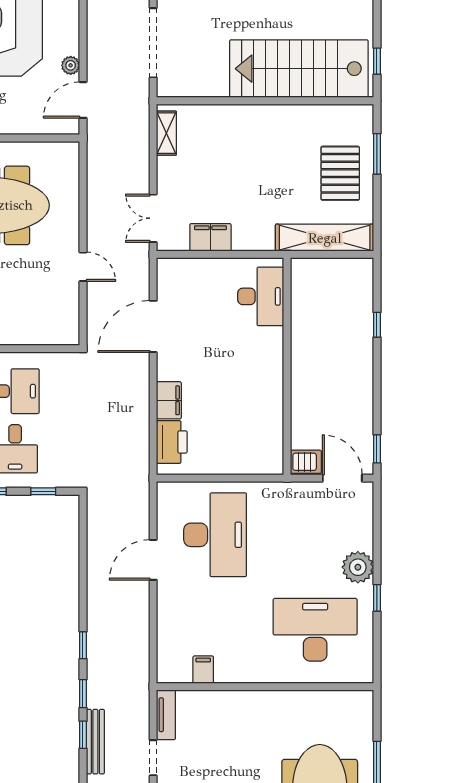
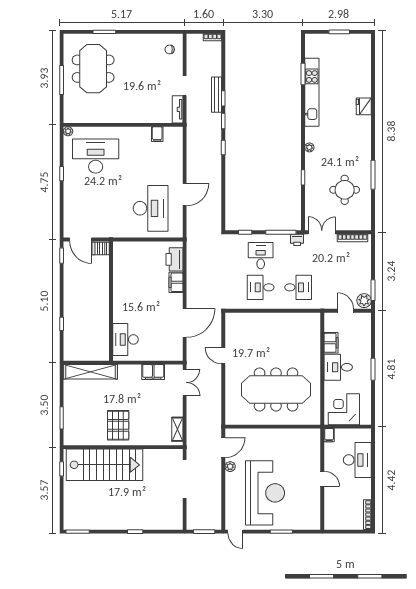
pallet: (340, 173) -> (118, 425), moved
desk: (215, 535) -> (151, 208), turned 180
plant: (358, 567) -> (68, 131), moved, width x0.53, depth x0.53
desk: (315, 630) -> (96, 156), turned 180

